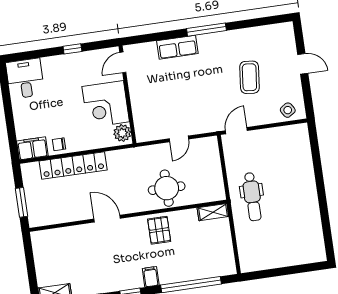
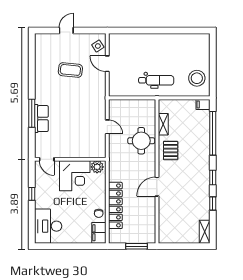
window: (206, 30) -> (32, 113), moved
desk: (25, 79) -> (48, 226), width x1.37
door: (236, 131) -> (107, 64), moved
shelving: (213, 212) -> (163, 124), moved
pallet: (159, 230) -> (171, 150), turned 90
stool: (263, 252) -> (197, 78), added
filing cabinet: (151, 277) -> (203, 104), moved

